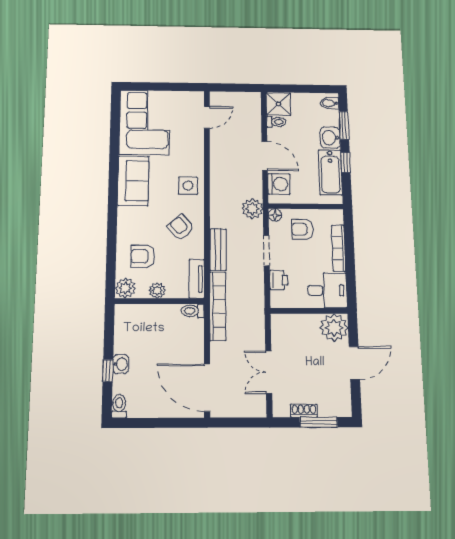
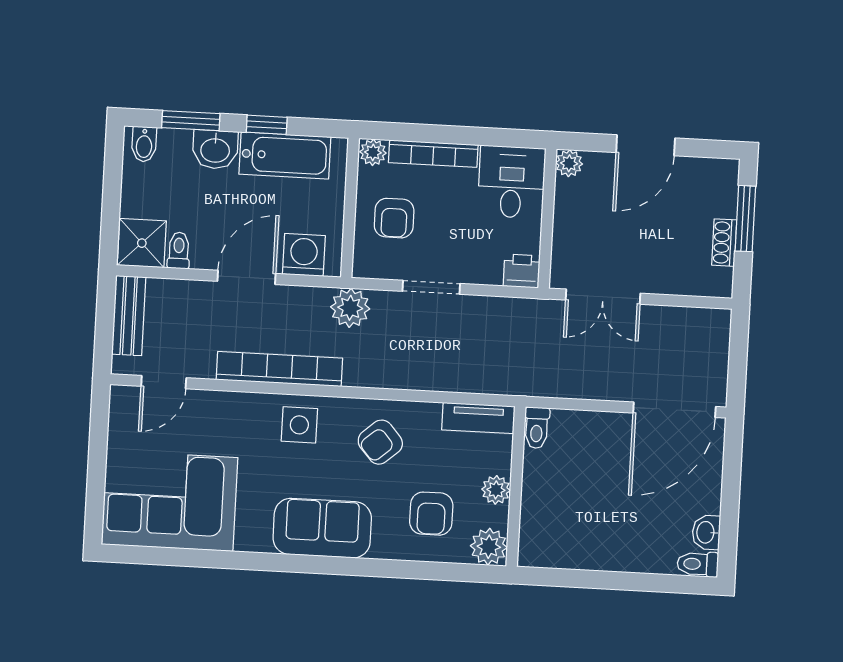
door: (207, 117) -> (164, 382), swing flipped
sofa: (133, 181) -> (322, 528), moved
floor lamp: (275, 215) -> (364, 266), removed
plant: (336, 217) -> (373, 152), added
bench: (218, 250) -> (129, 316), moved, turned 90
printer: (279, 280) -> (522, 271), moved
bookcase: (218, 306) -> (279, 369), moved
plant: (334, 328) -> (569, 163), width x0.53, depth x0.53
door: (354, 363) -> (646, 145), swing flipped
washbasin: (121, 364) -> (706, 532), moved, turned -90
window: (108, 371) -> (635, 582), removed
double door: (269, 372) -> (603, 297), moved

